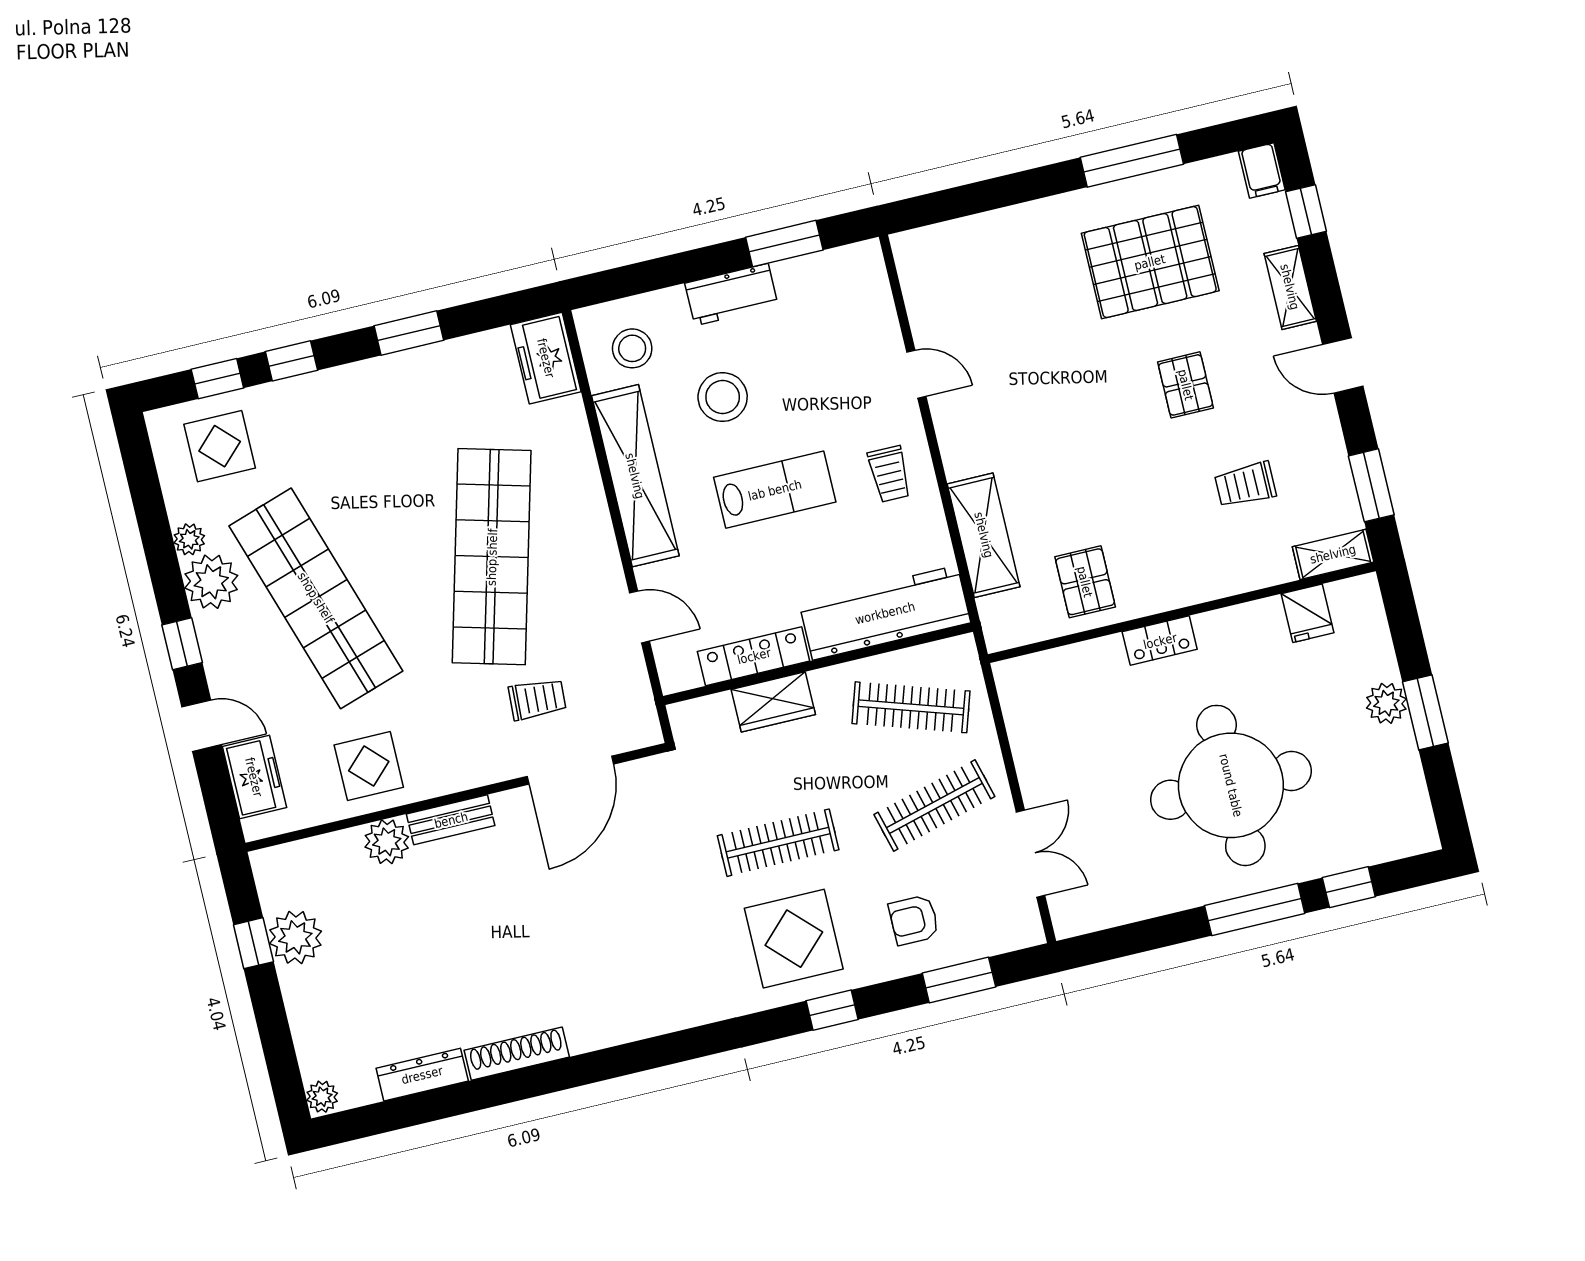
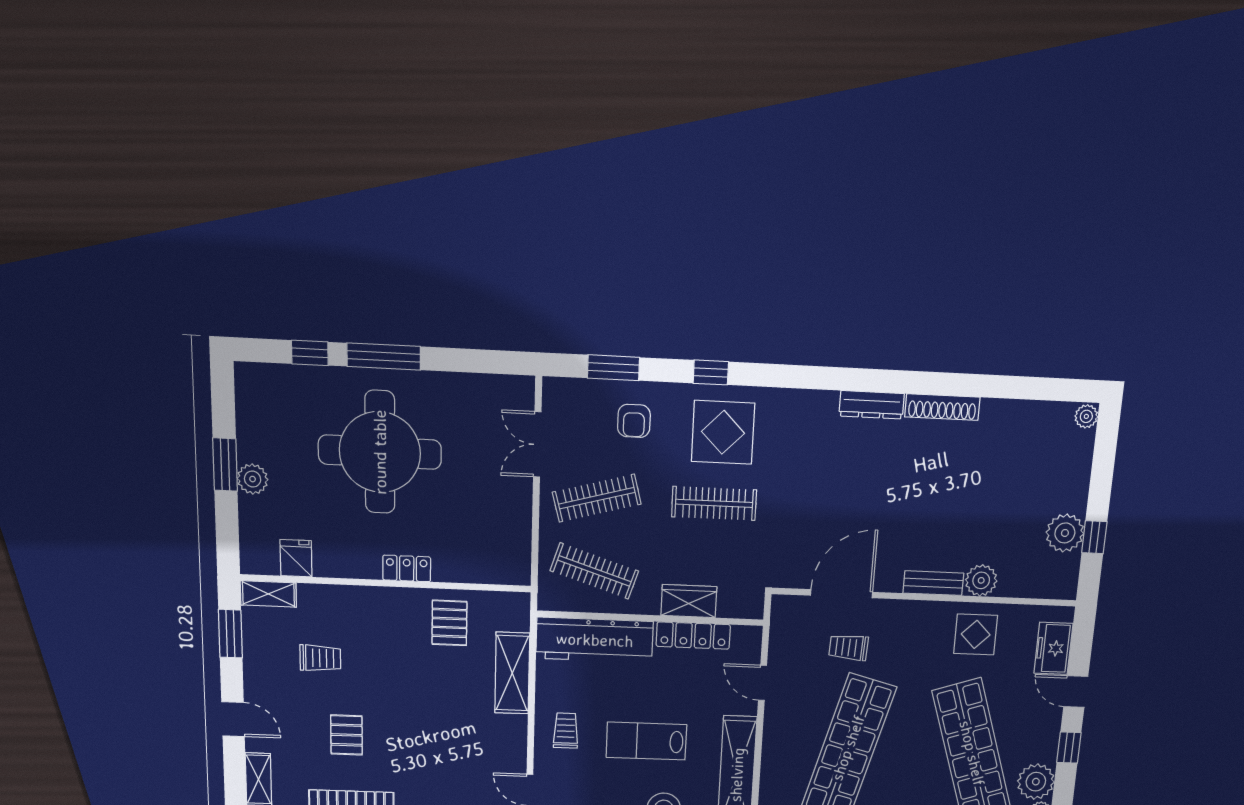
armchair: (914, 920) -> (634, 421), turned 90
dresser: (422, 1075) -> (872, 405), moved

